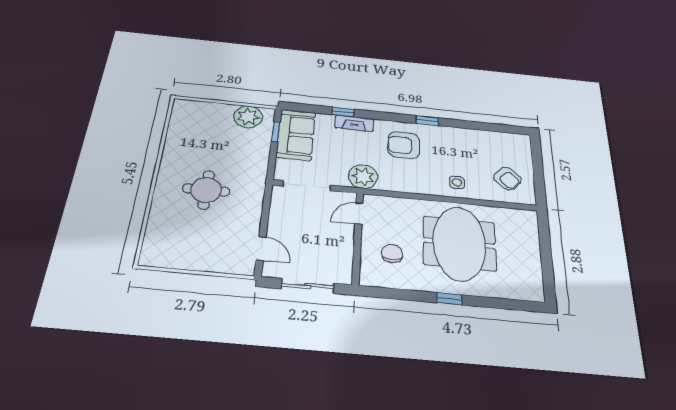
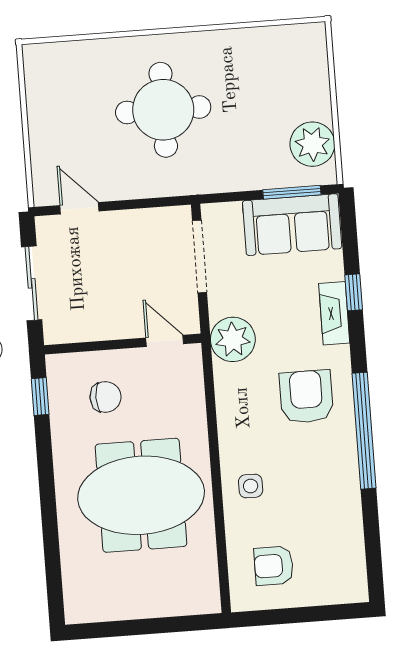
window: (427, 121) -> (364, 431), width x3.17
window: (276, 132) -> (292, 192), width x1.50
armchair: (507, 178) -> (274, 566), turned 46
round table: (206, 190) -> (163, 110), width x1.36, depth x1.36
door: (261, 248) -> (79, 208), swing flipped
window: (449, 299) -> (40, 396), moved

